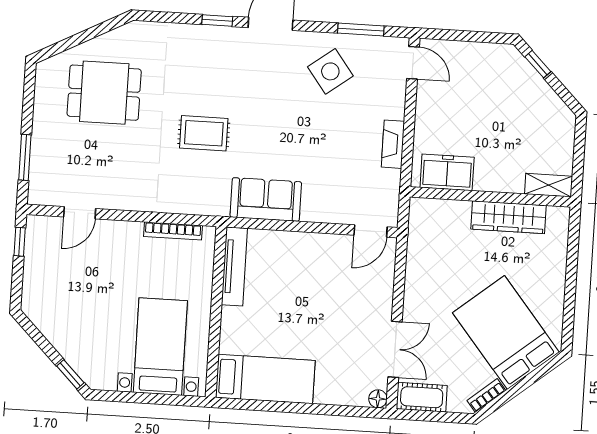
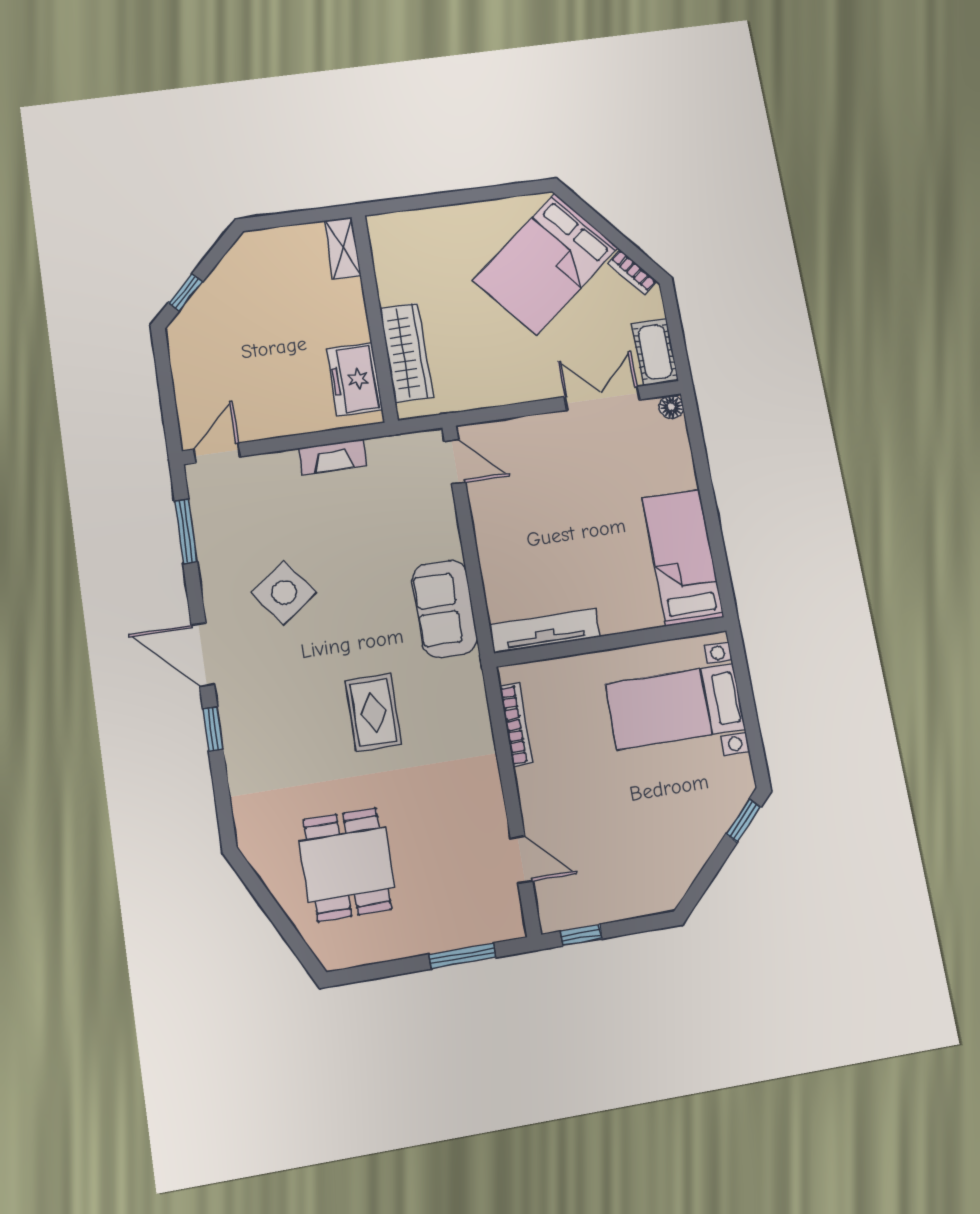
side table: (330, 71) -> (284, 593), moved
wardrobe: (508, 217) -> (406, 353), moved

